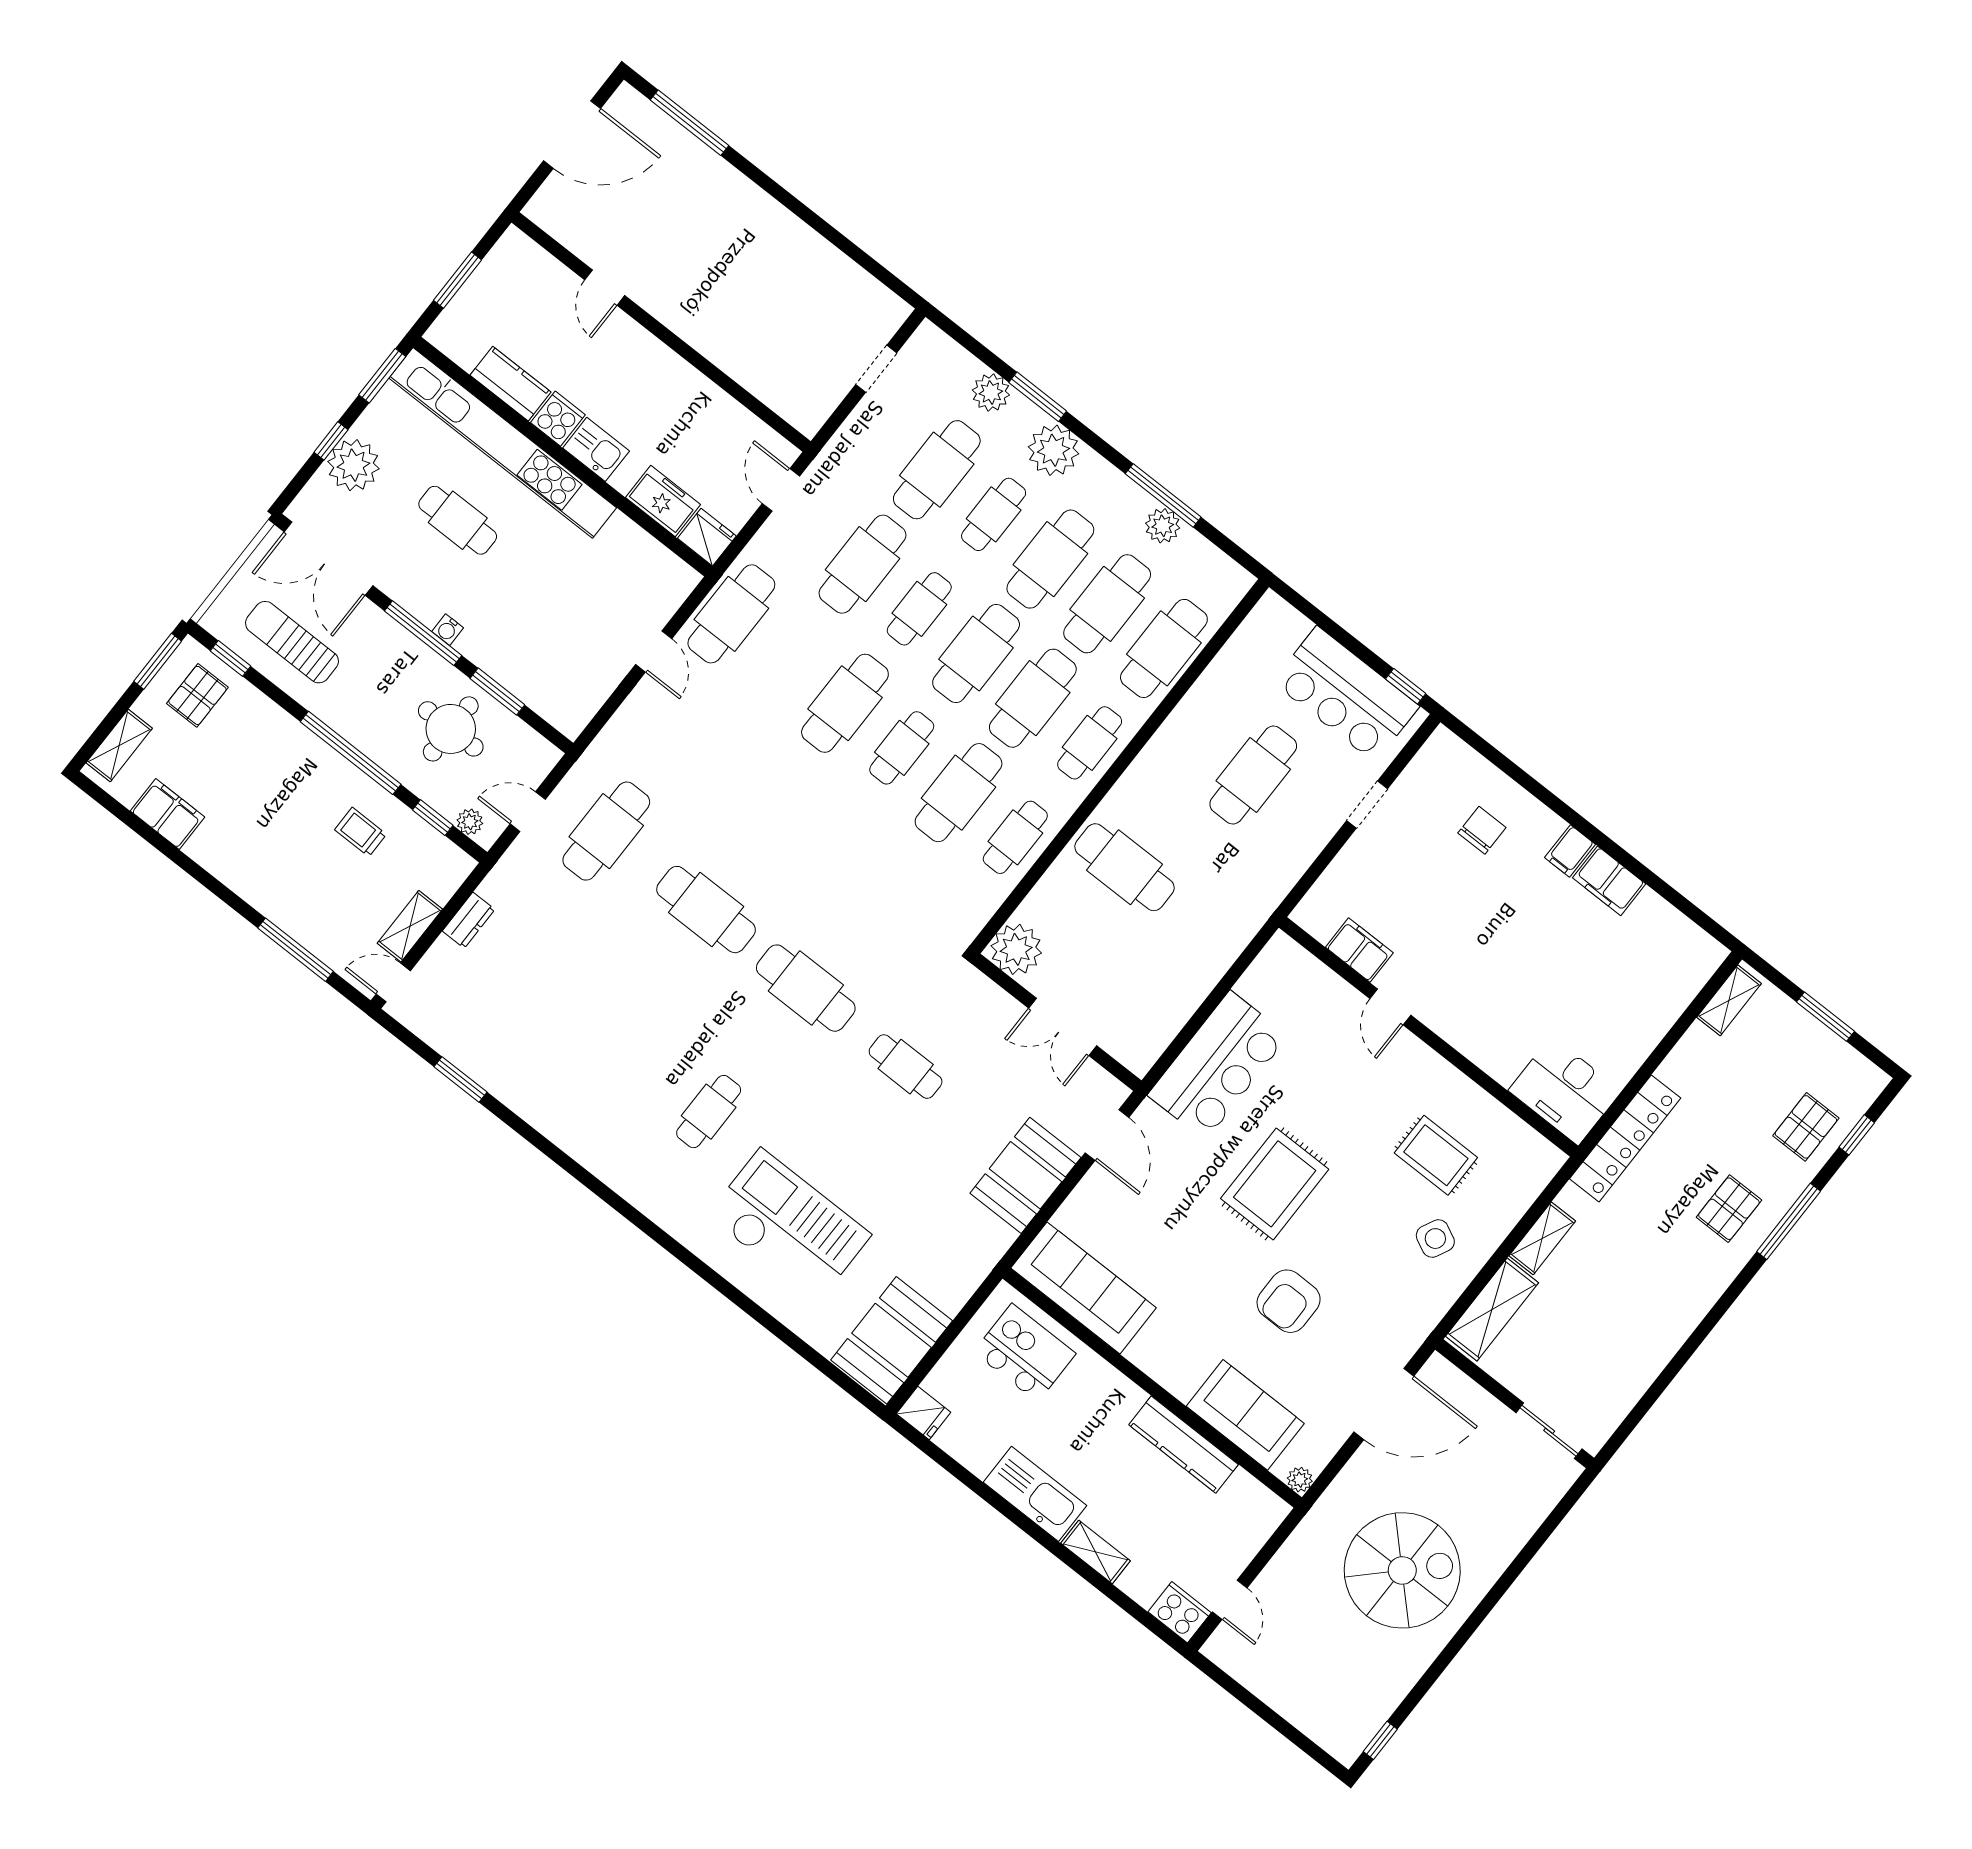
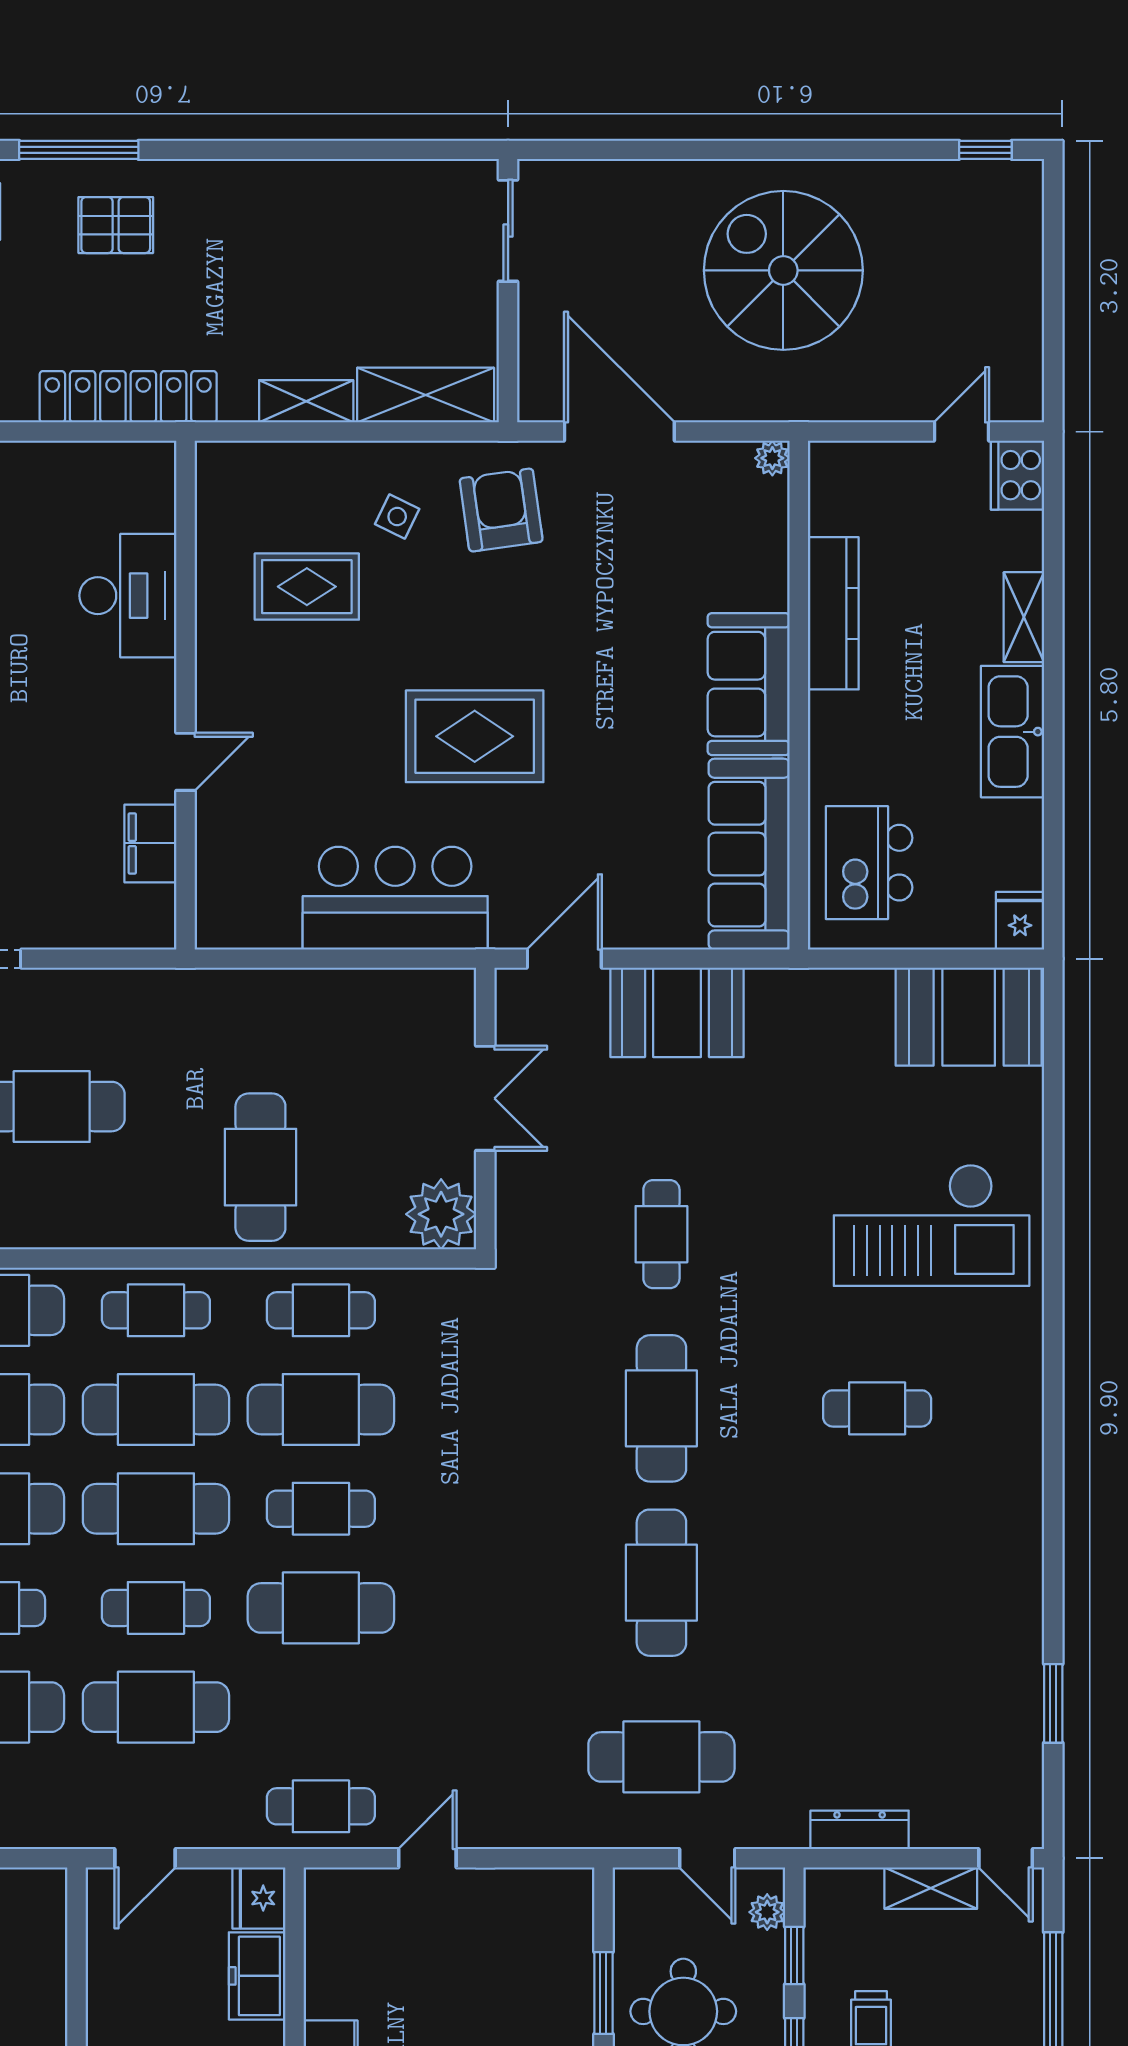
cafe table: (731, 614) -> (321, 1806), width x0.73, depth x0.74
dresser: (469, 920) -> (860, 1830), width x1.44
desk: (1565, 1091) -> (128, 596), moved
rug: (1436, 1155) -> (307, 587), turned 90
checkout: (789, 1225) -> (932, 1225), turned -90
side table: (1435, 1239) -> (397, 517), width x0.73, depth x0.73
armchair: (1289, 1301) -> (501, 510), moved, turned -98
sofa: (1245, 1415) -> (749, 684), moved

